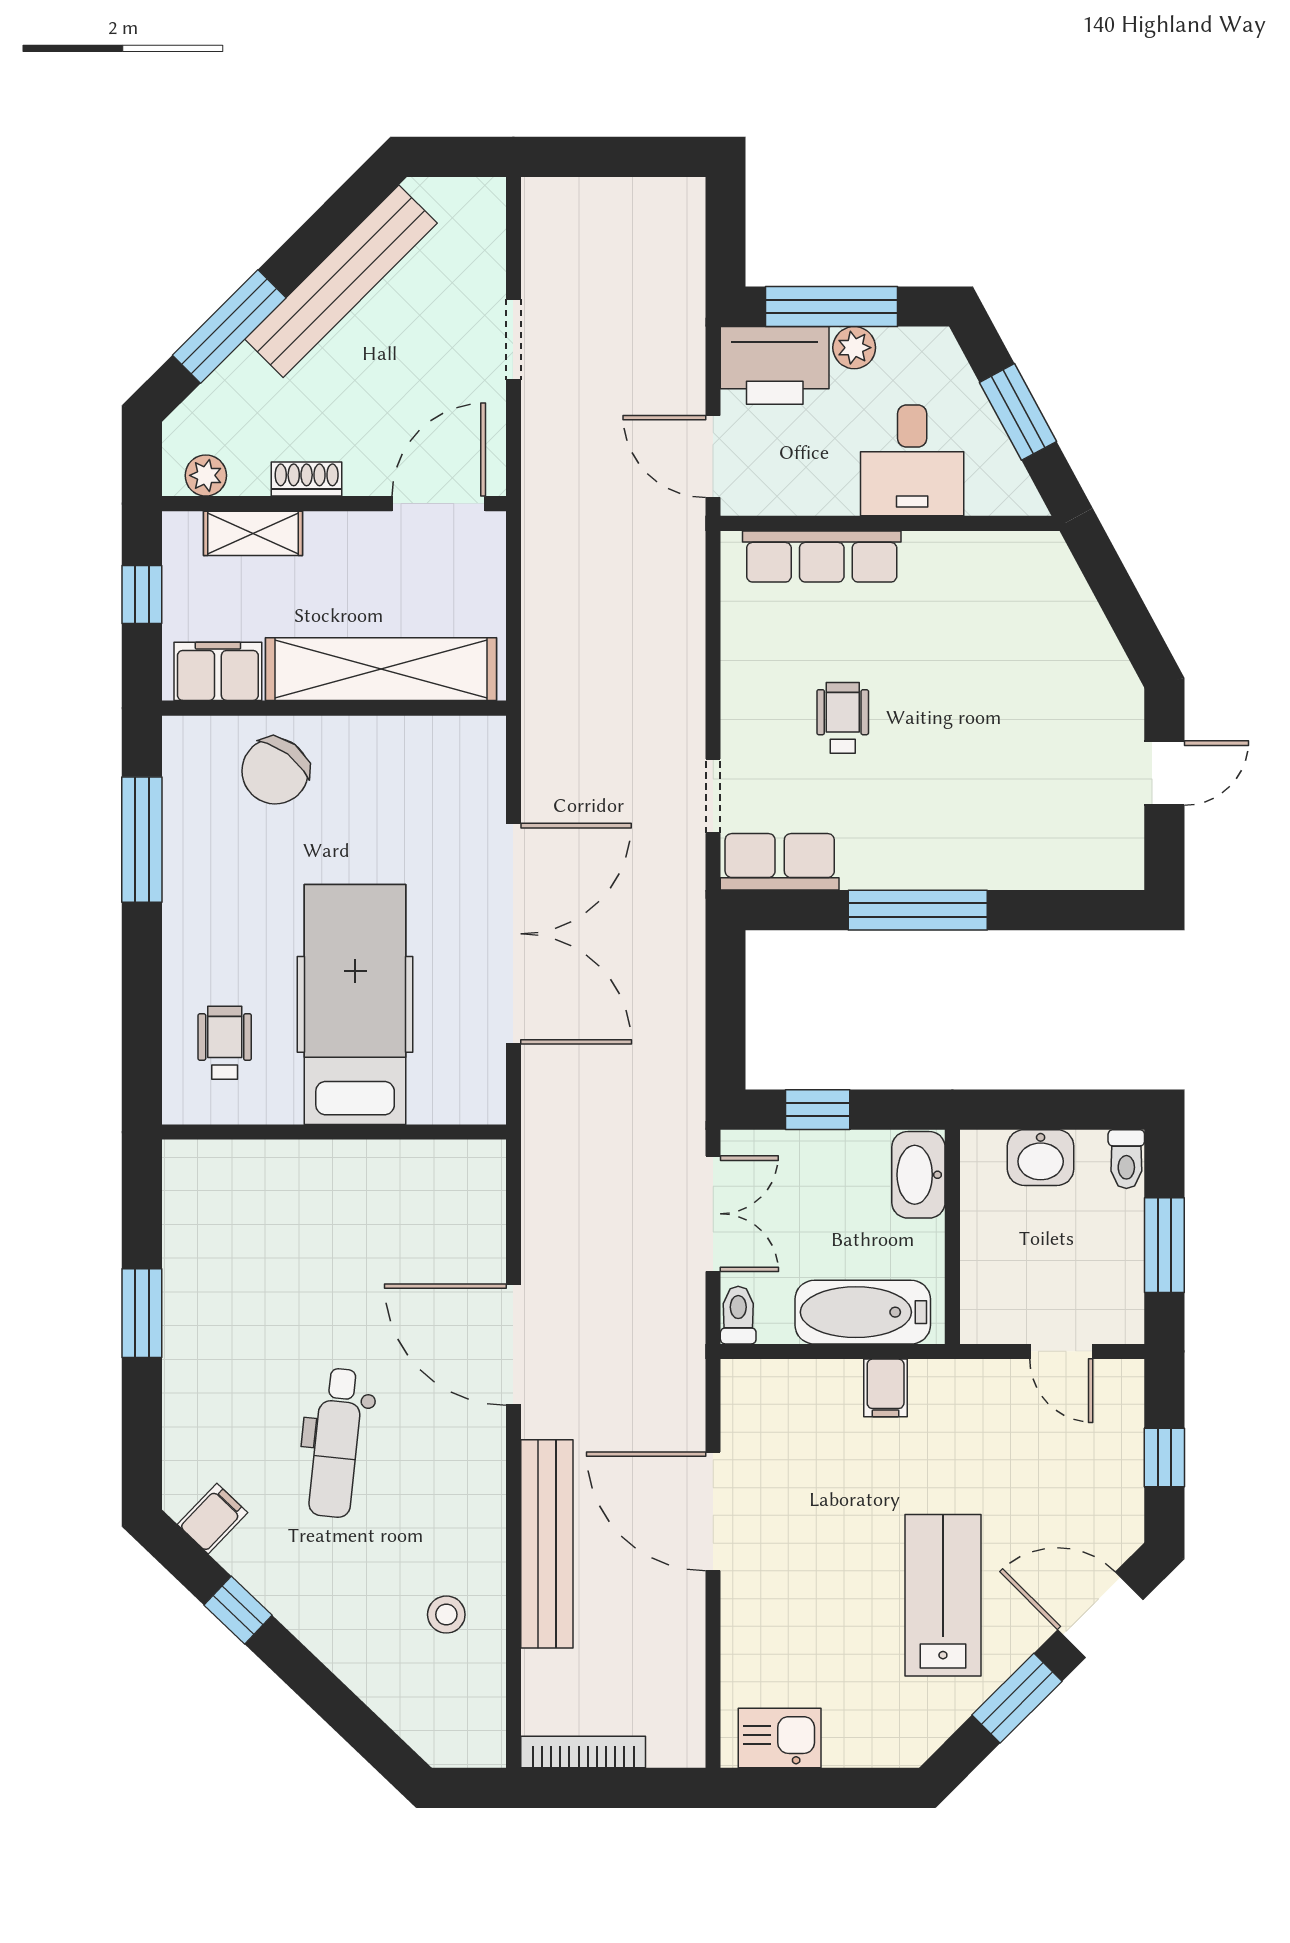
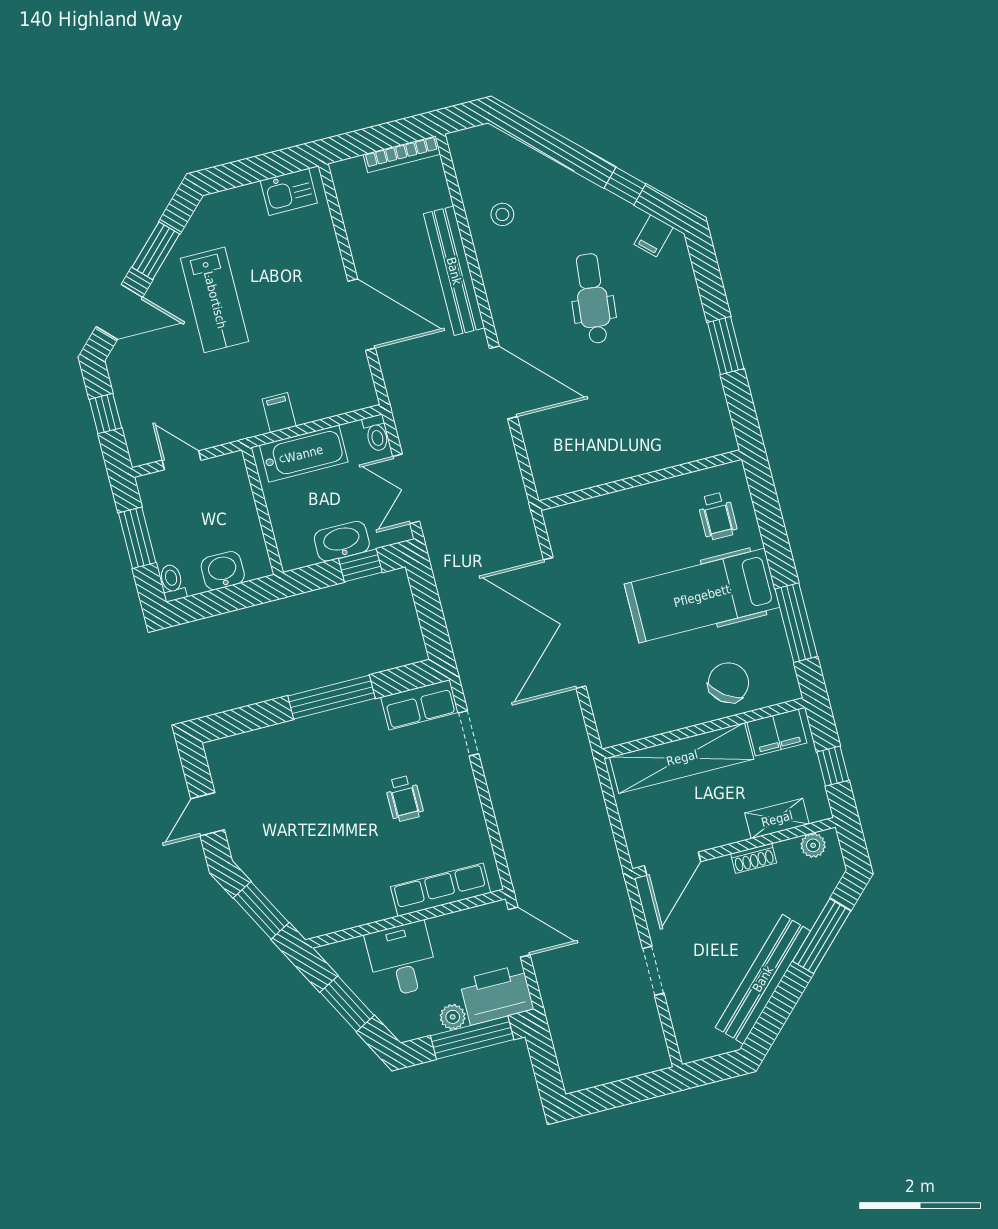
window: (1118, 597) -> (261, 910), added
hospital bed: (355, 1004) -> (702, 596), moved, turned 90
washbasin: (918, 1175) -> (342, 541), moved, turned -90

